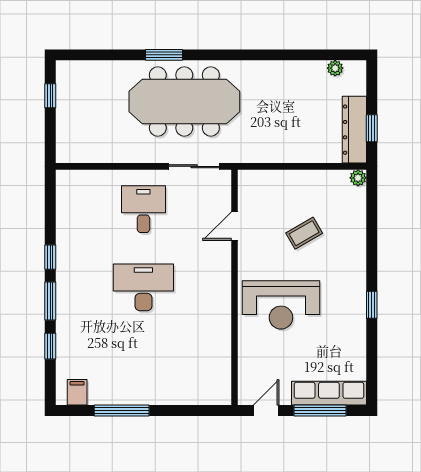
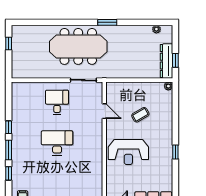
window: (164, 55) -> (107, 22), moved
door: (235, 226) -> (104, 111), swing flipped

